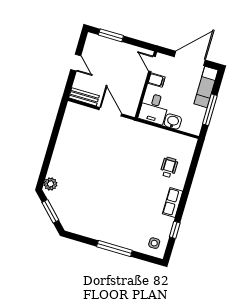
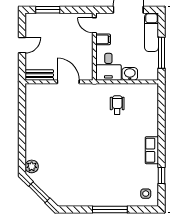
door: (76, 63) -> (22, 45), hinge flipped
wheelchair: (169, 167) -> (117, 105), moved

